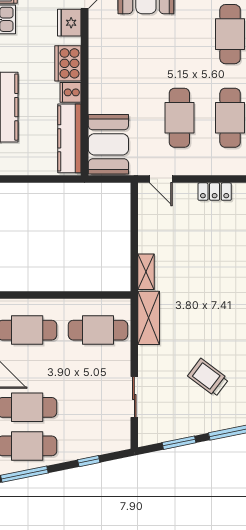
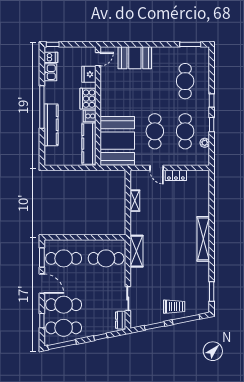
booth: (108, 144) -> (117, 141), width x1.36, depth x1.42
door: (161, 179) -> (157, 168), moved
shelving: (146, 272) -> (135, 201), moved
trolley: (208, 378) -> (174, 307), moved, turned 143
dresser: (122, 433) -> (121, 320), added

